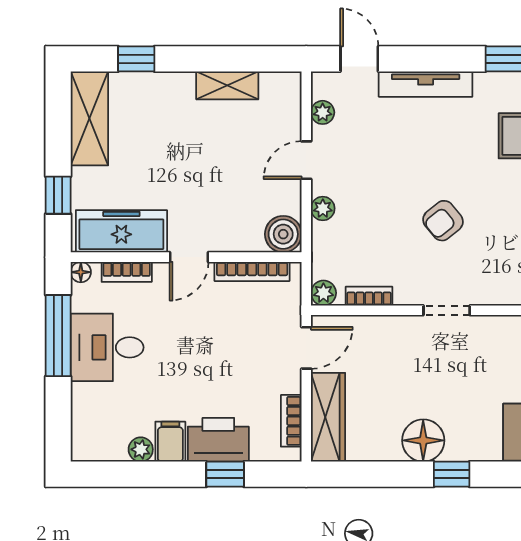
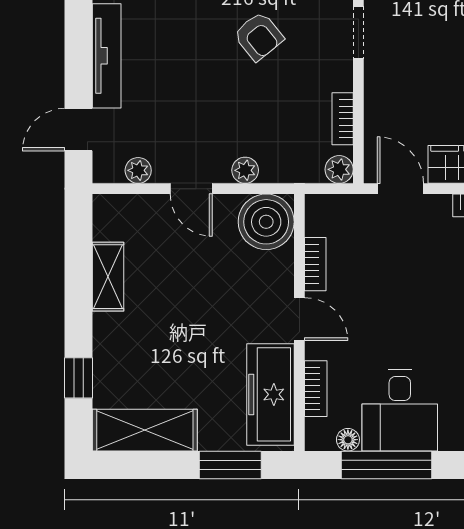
window: (58, 195) -> (230, 465), width x1.50
boiler: (283, 234) -> (266, 222), width x1.37, depth x1.37
bookcase: (252, 271) -> (315, 264), width x0.64
floor lamp: (81, 272) -> (348, 440), moved

